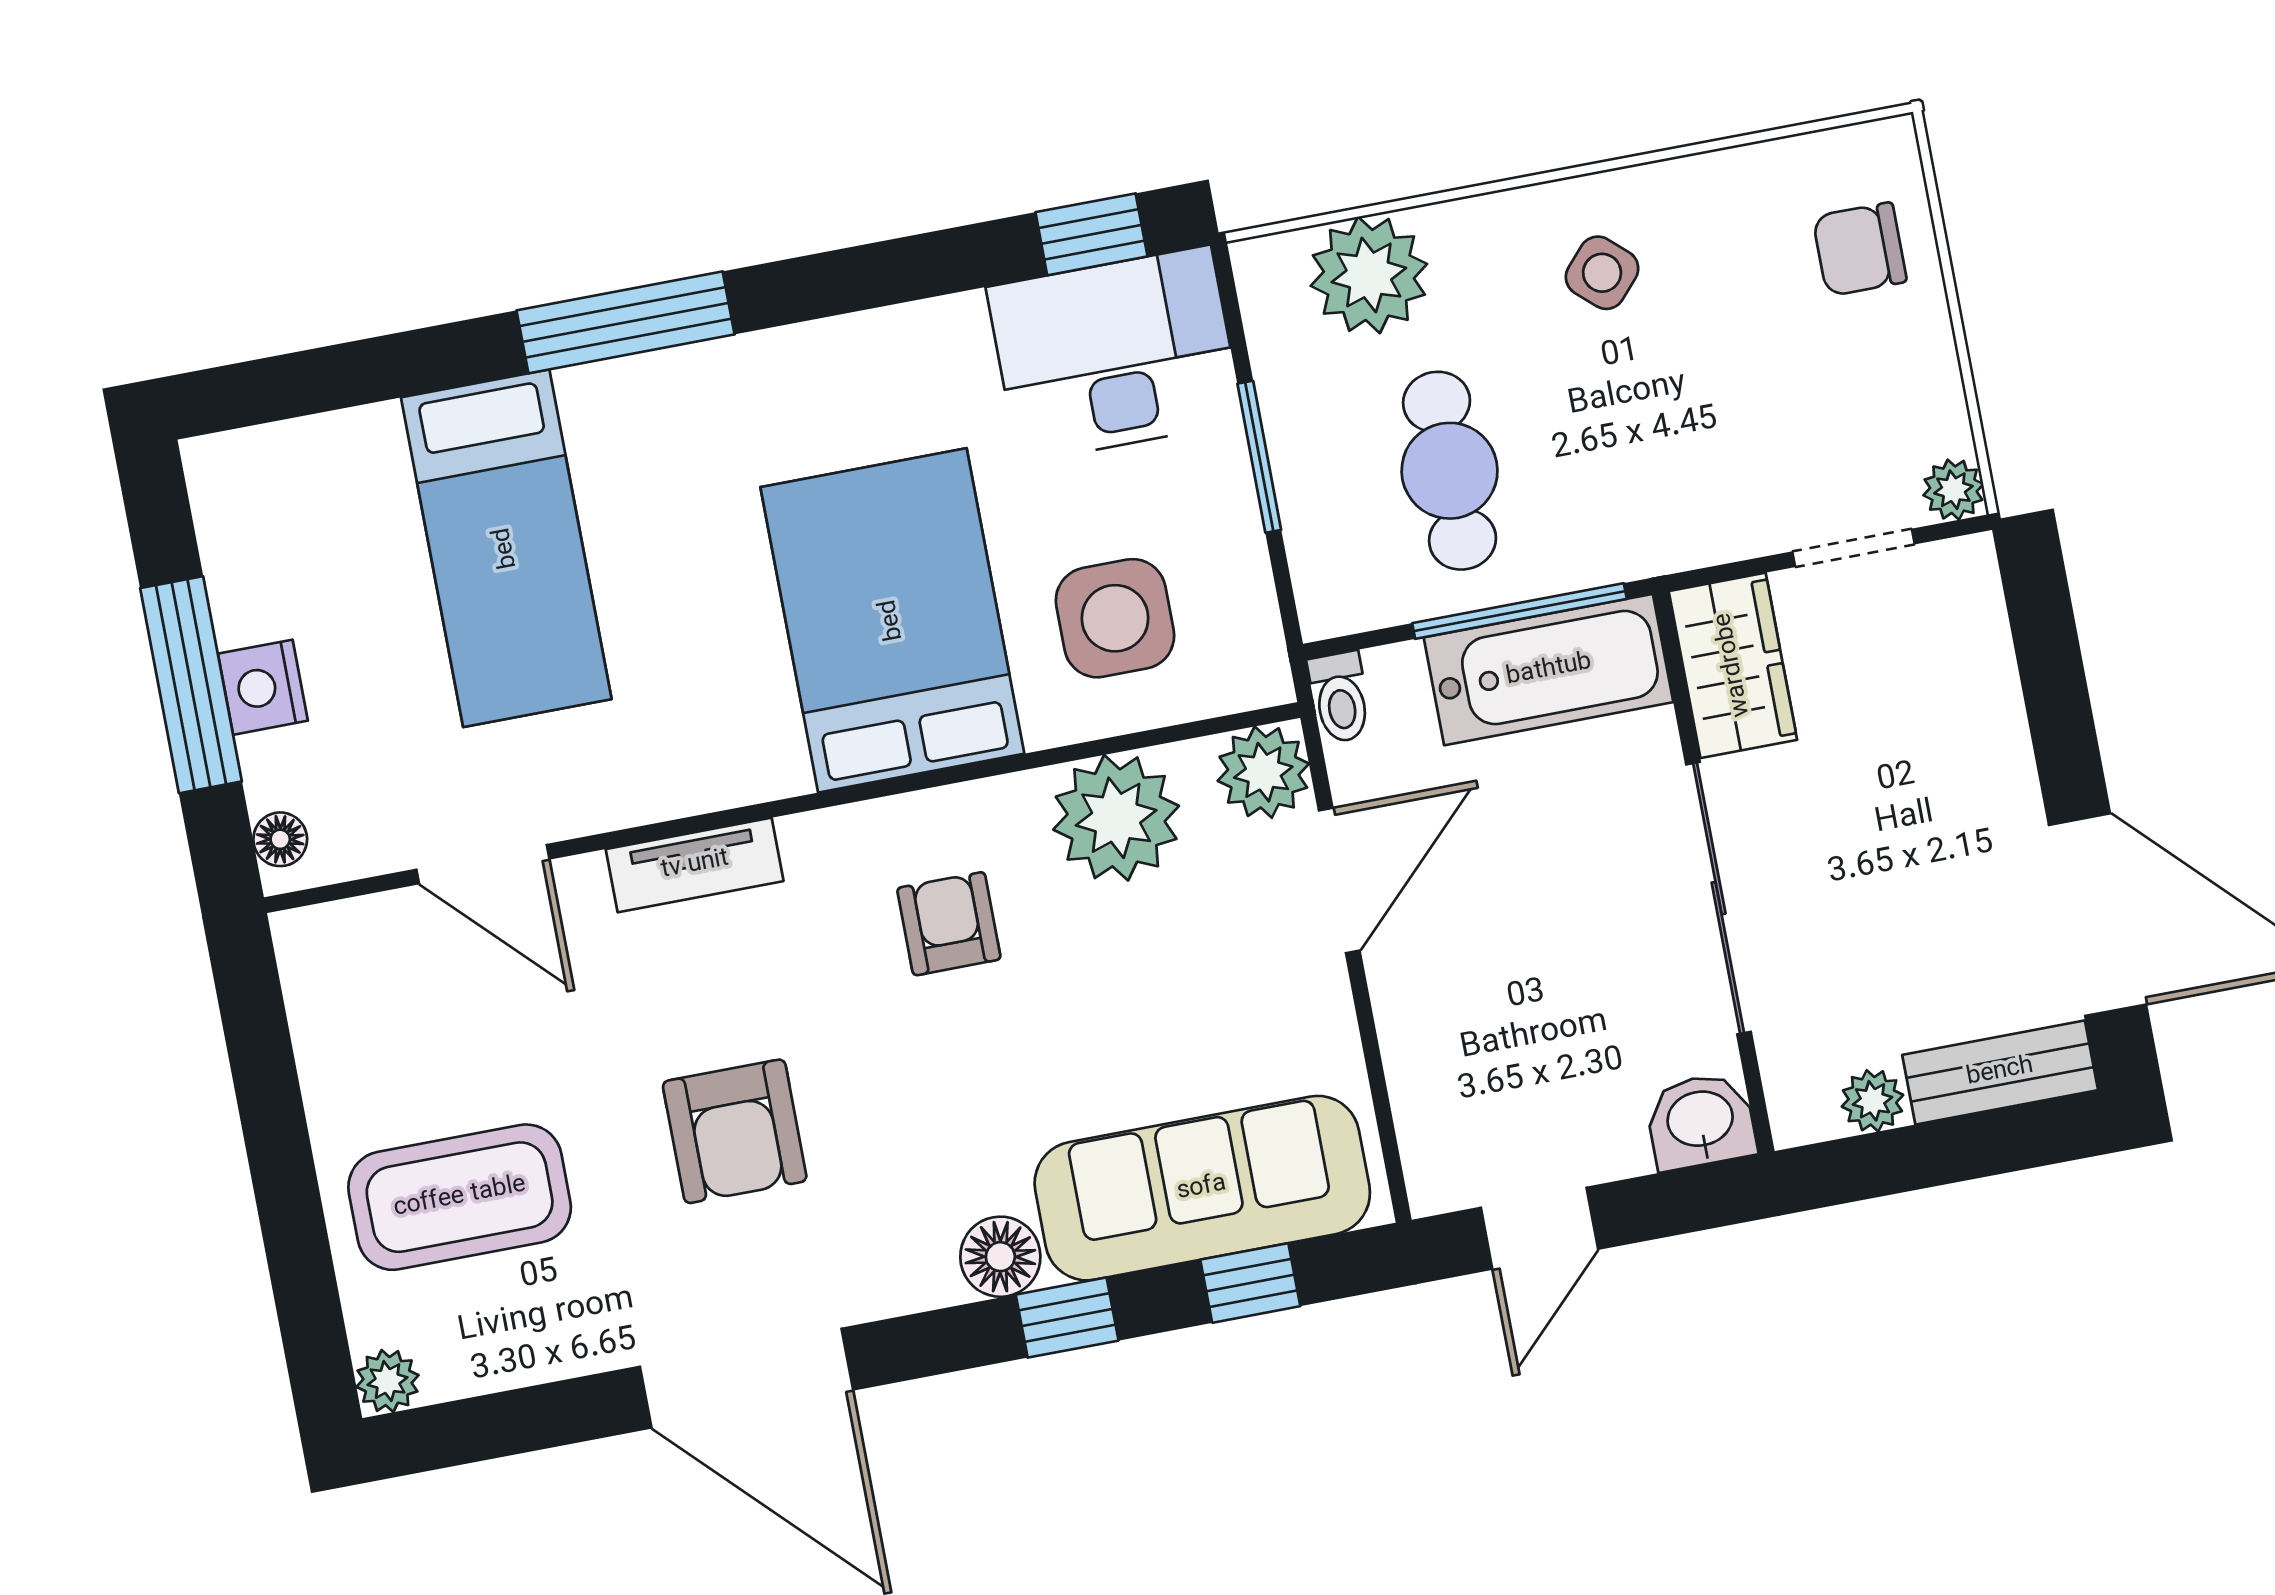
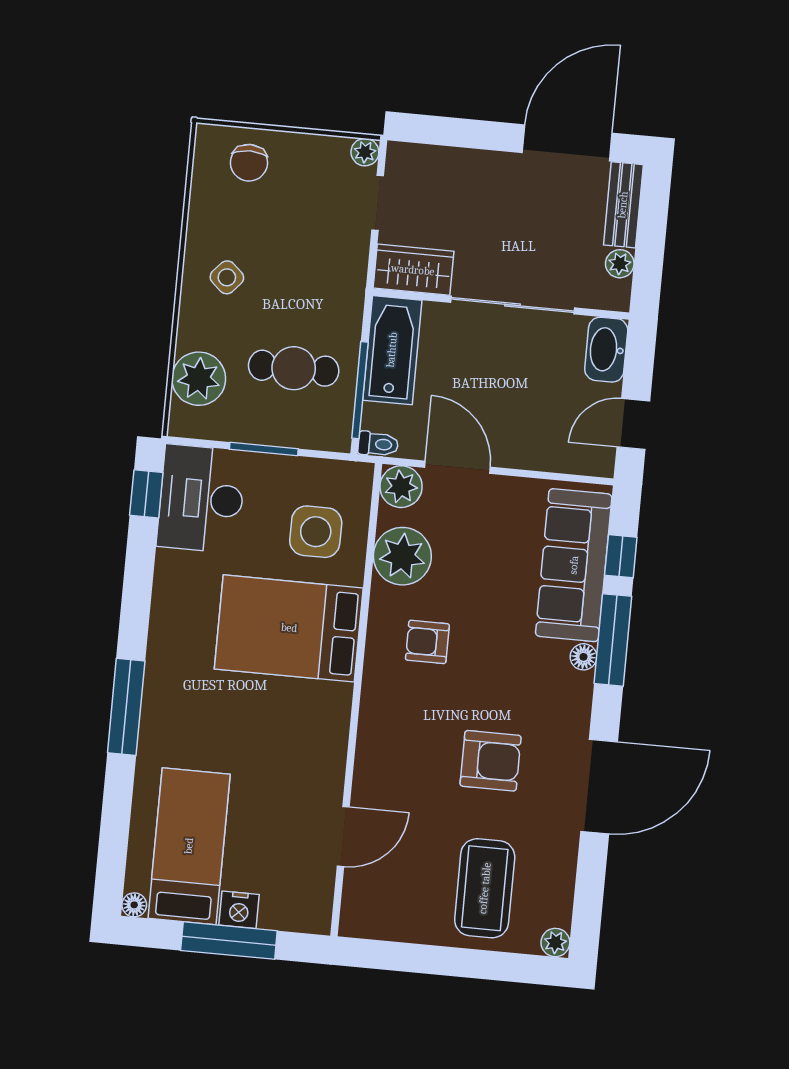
bed: (506, 548) -> (189, 846), moved, turned -90
window: (1519, 611) -> (360, 390), moved
floor lamp: (280, 839) -> (134, 905), moved
tv unit: (695, 865) -> (370, 745), removed
washbasin: (1701, 1121) -> (606, 350), width x1.38
door: (1539, 1228) -> (633, 424), swing flipped
floor lamp: (1000, 1257) -> (583, 657), width x0.73, depth x0.73
window: (1067, 1318) -> (613, 640), width x2.17

